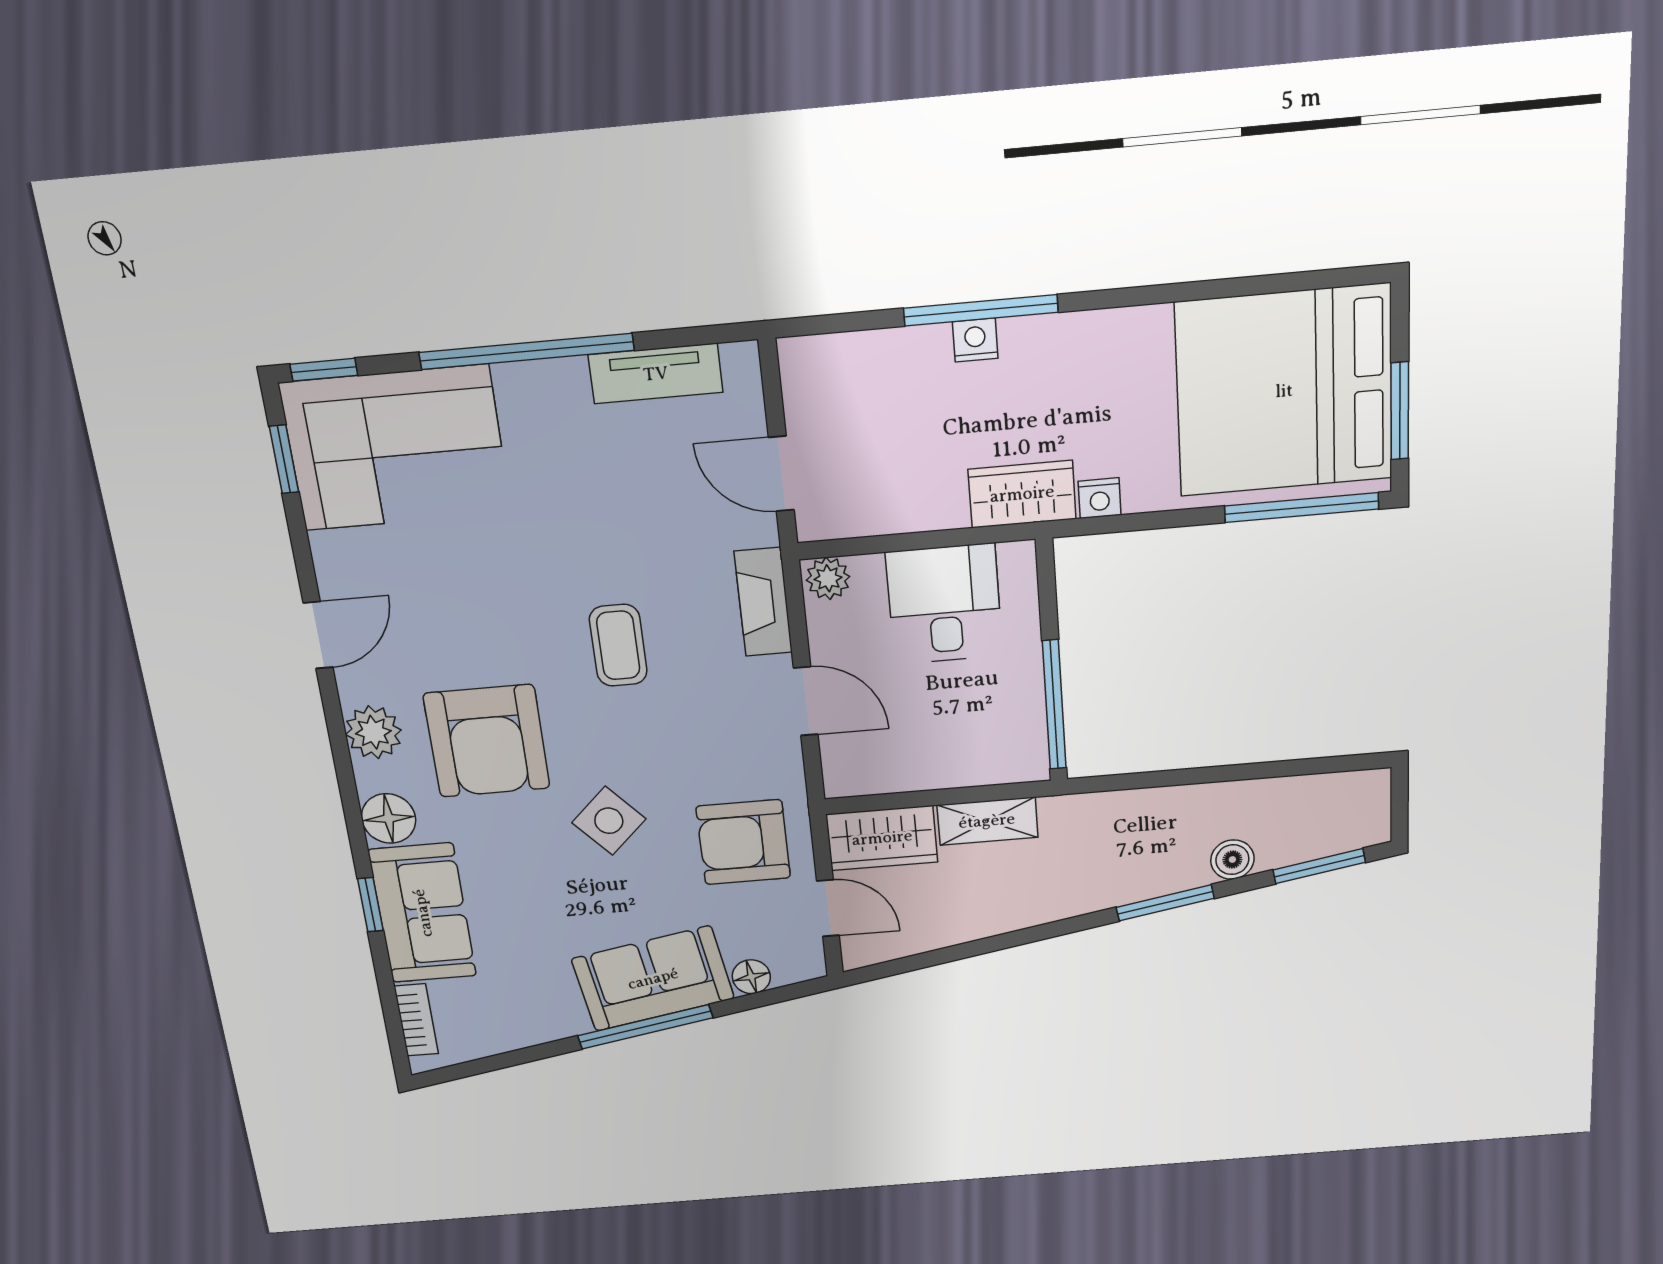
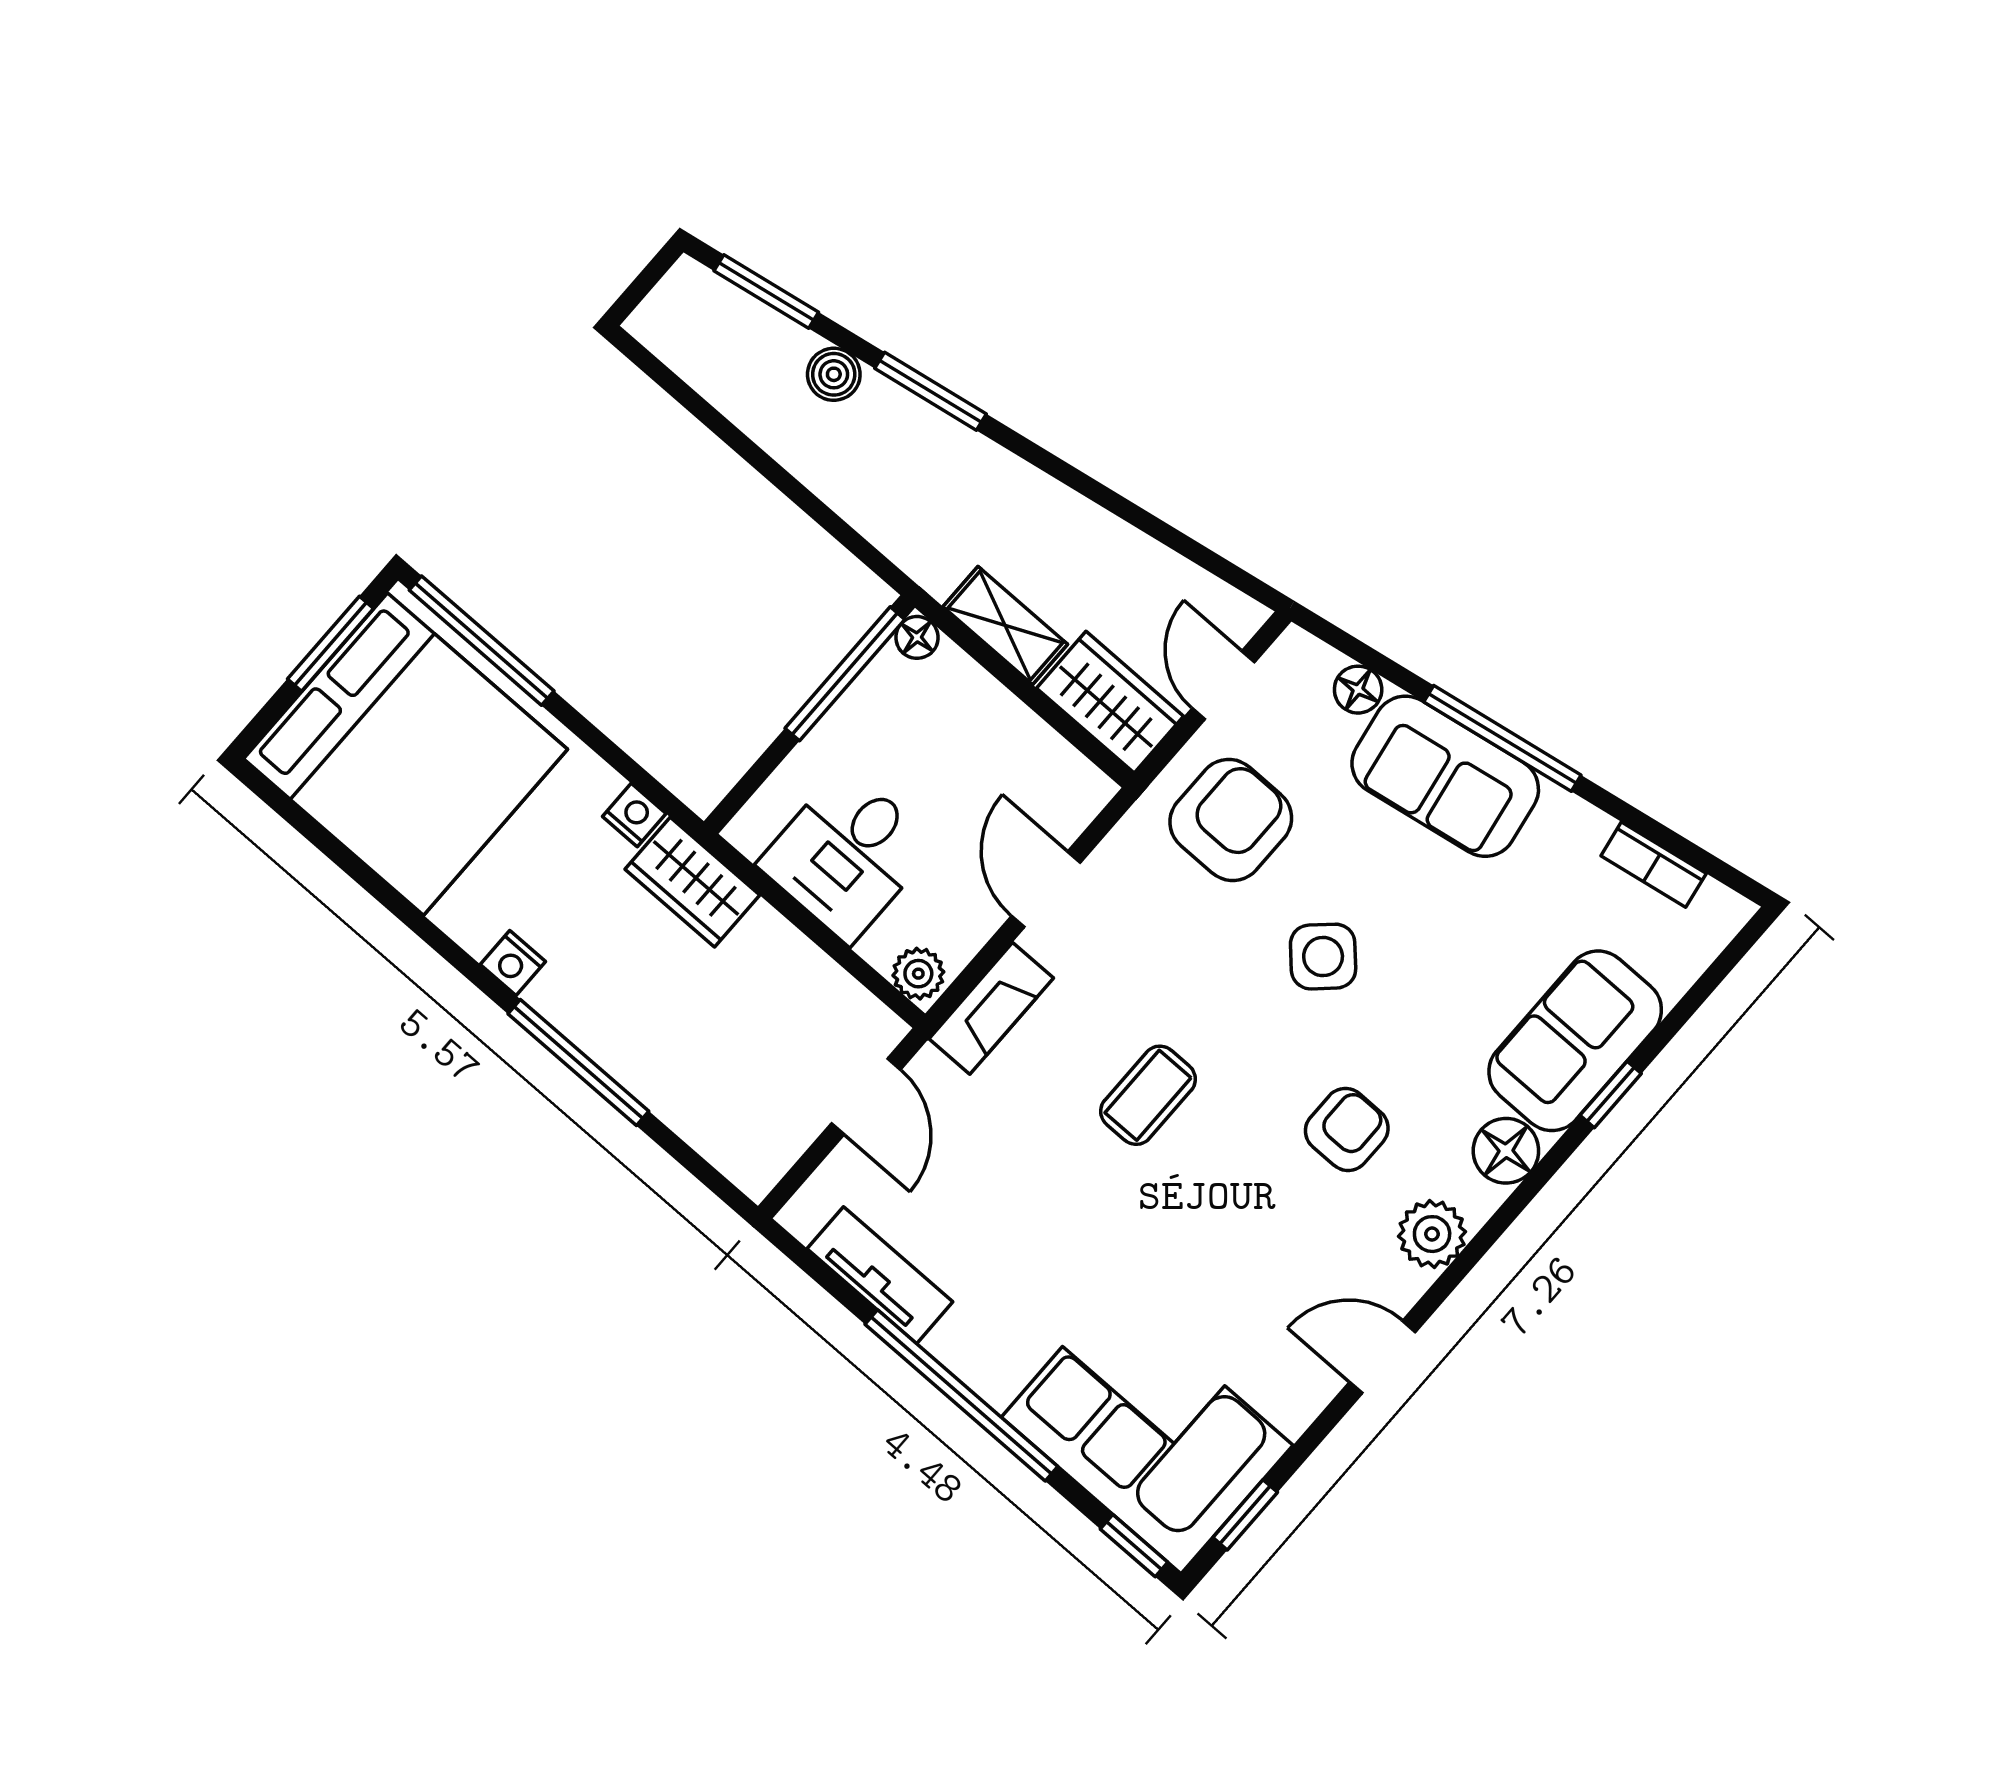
nightstand: (975, 340) -> (513, 963), moved
armchair: (487, 741) -> (1347, 1129), width x0.53, depth x0.53
floor lamp: (1032, 766) -> (917, 637), added
armchair: (743, 842) -> (1231, 820), turned -90
bookcase: (416, 1020) -> (1654, 865), moved, turned -100

